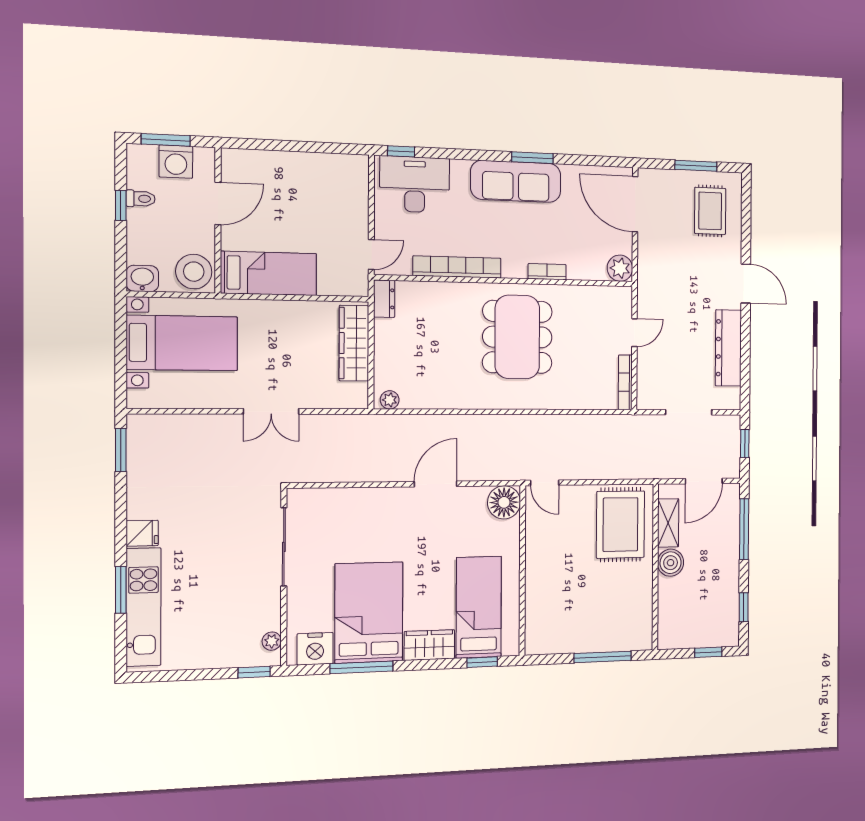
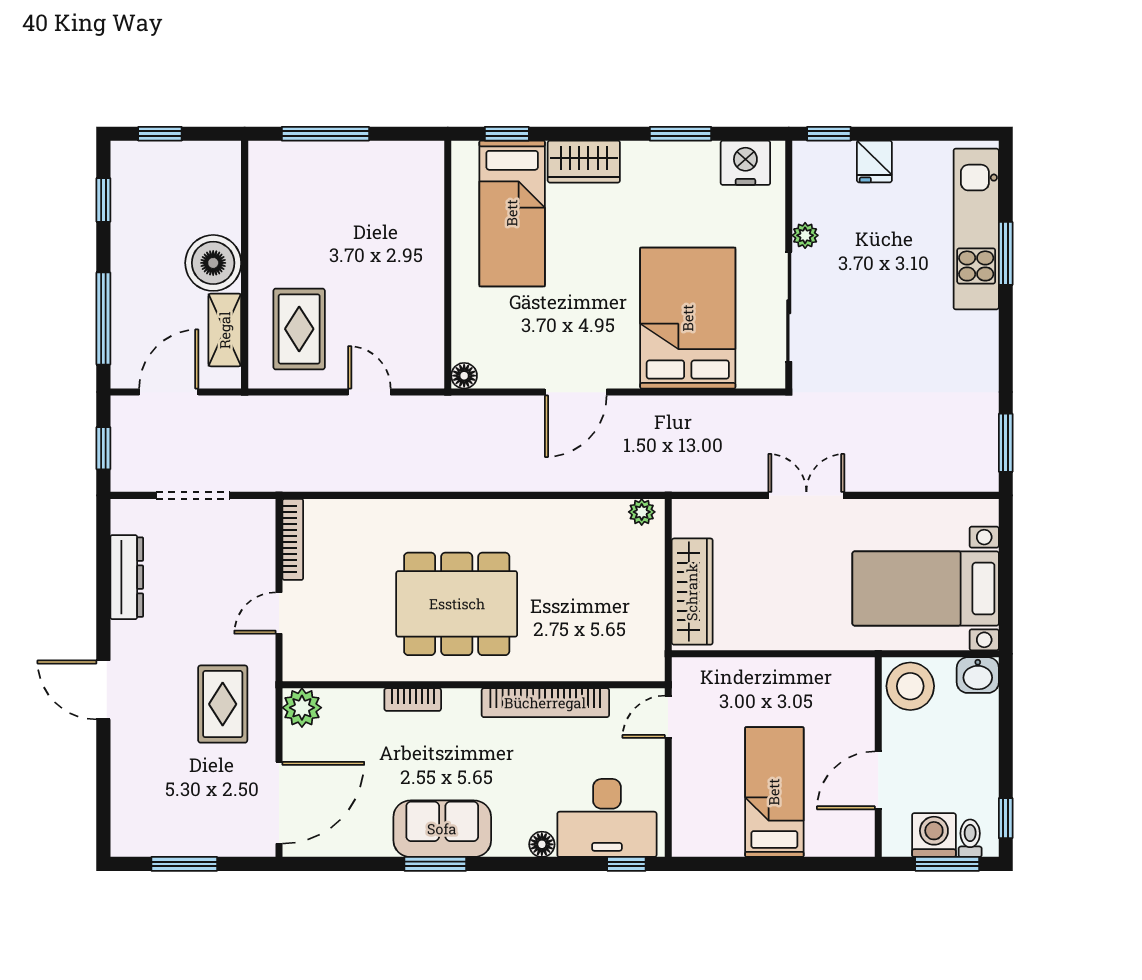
floor lamp: (460, 168) -> (542, 844), added
sofa: (516, 181) -> (442, 829), width x0.73
toilet: (141, 199) -> (970, 838), moved, turned 90
door: (635, 204) -> (279, 803), hinge flipped
window: (121, 205) -> (1006, 818), moved
rug: (710, 211) -> (223, 704), moved
bed: (269, 273) -> (774, 792), moved, turned 90
dresser: (384, 299) -> (650, 655), removed
dining table: (517, 337) -> (457, 604), turned 90
dresser: (728, 348) -> (127, 577), width x0.73, depth x0.80
door: (545, 483) -> (369, 392), moved
floor lamp: (504, 502) -> (464, 376), width x0.53, depth x0.53
rug: (620, 525) -> (299, 329), width x0.73, depth x0.70
fridge: (142, 533) -> (874, 162), moved, turned -90
boiler: (671, 563) -> (213, 263), width x1.37, depth x1.37
bed: (369, 613) -> (688, 318), moved, turned 180
plant: (272, 641) -> (805, 235), moved
window: (362, 667) -> (681, 134), width x0.69

